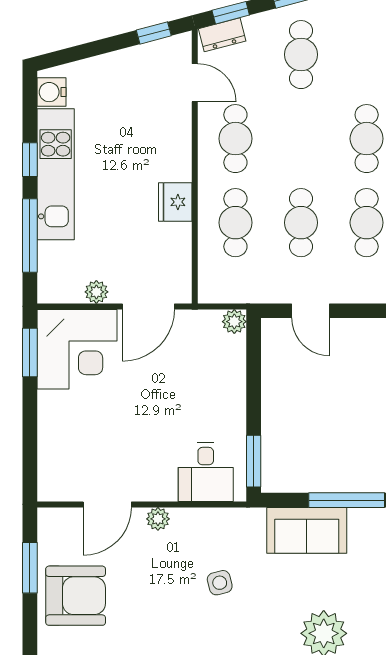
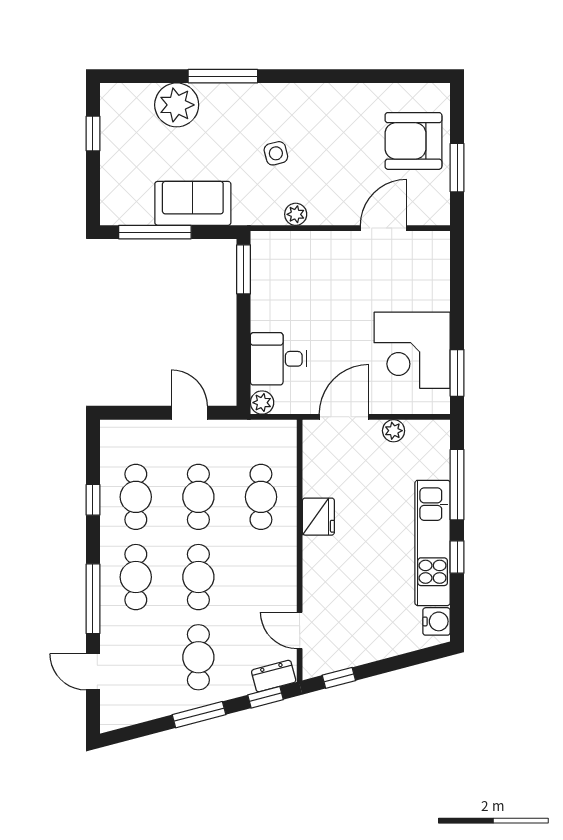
cafe table: (235, 139) -> (198, 577), moved
corner desk: (77, 349) -> (412, 350), moved, turned -90
desk: (206, 472) -> (279, 359), moved, turned -90
plant: (158, 519) -> (296, 214), moved

